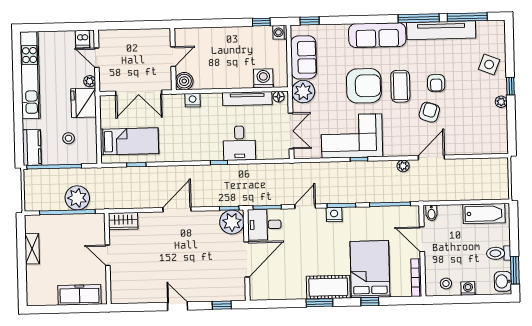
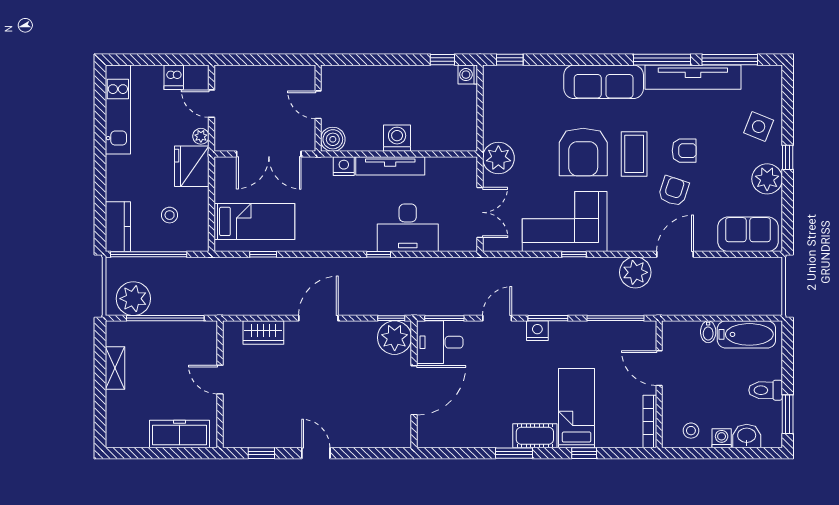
dishwasher: (83, 39) -> (174, 77), moved
door: (173, 57) -> (318, 105), swing flipped
sofa: (304, 57) -> (748, 234), moved, turned -90
kitchen unit: (30, 75) -> (118, 110), width x0.73
washing machine: (263, 78) -> (397, 138), moved
armchair: (436, 83) -> (684, 151), turned -90
armchair: (364, 86) -> (583, 152), turned 90
floor lamp: (279, 97) -> (464, 164), removed
tv unit: (247, 99) -> (390, 166), moved
plant: (501, 102) -> (767, 179), width x1.88, depth x1.88
desk: (239, 143) -> (408, 228), width x1.37
plant: (403, 166) -> (635, 272), width x1.88, depth x1.88
plant: (77, 198) -> (133, 299), moved
bidet: (431, 213) -> (708, 332), moved
wardrobe: (123, 221) -> (263, 332), moved
bed: (370, 269) -> (577, 408), width x0.67
washbasin: (503, 281) -> (747, 436), moved, turned 90
cot: (328, 287) -> (535, 436), width x0.73, depth x0.75
window: (222, 305) -> (261, 453), moved

